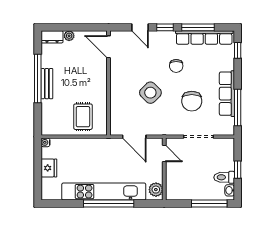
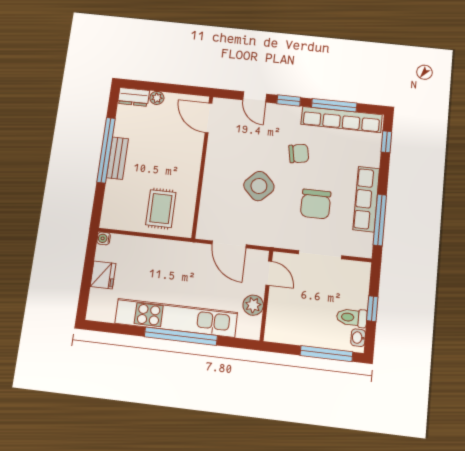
chair: (176, 66) -> (299, 153), turned -100
plant: (156, 190) -> (253, 305), moved

